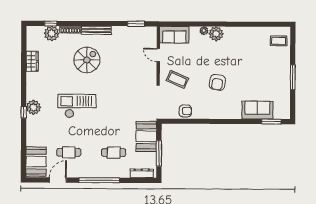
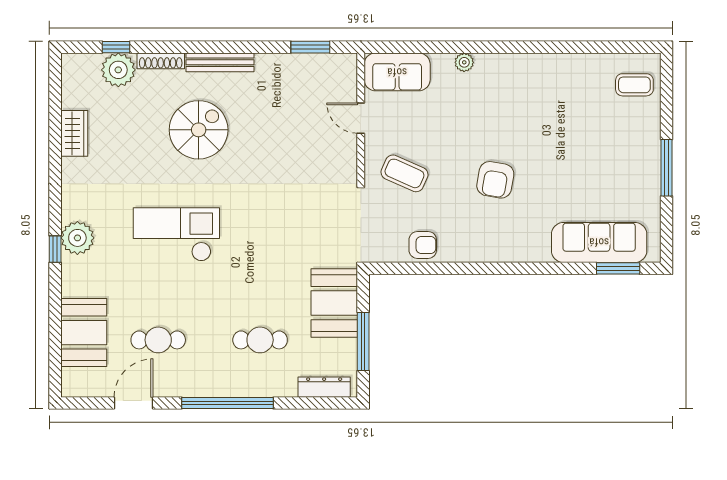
plant: (216, 34) -> (492, 69), removed
sofa: (257, 110) -> (599, 242), width x1.36
booth: (36, 162) -> (84, 333), moved

